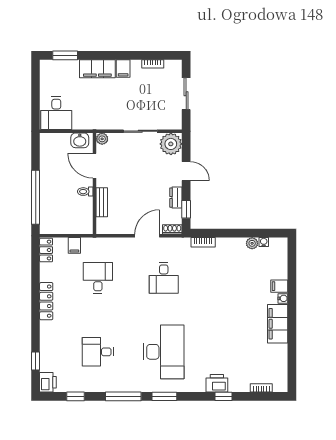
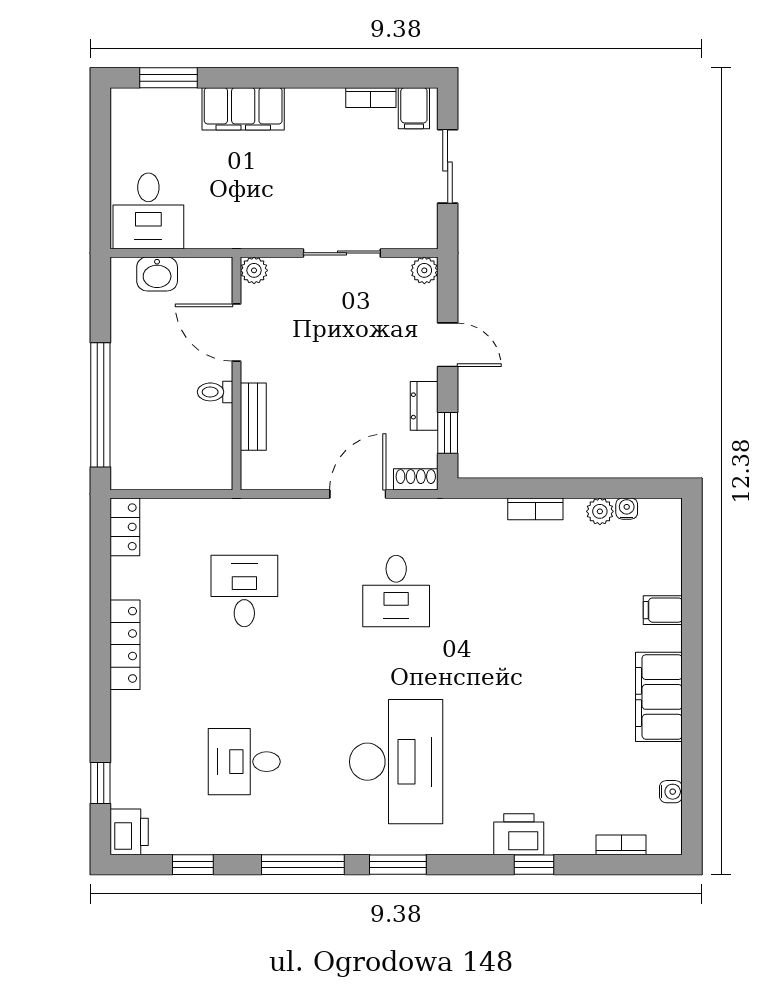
filing cabinet: (123, 68) -> (414, 108), moved
washbasin: (80, 140) -> (157, 274), moved
plant: (171, 144) -> (424, 270), width x0.53, depth x0.53
bookcase: (203, 242) -> (535, 509), moved
filing cabinet: (74, 245) -> (190, 516), removed
water cooler: (283, 298) -> (671, 792), moved

